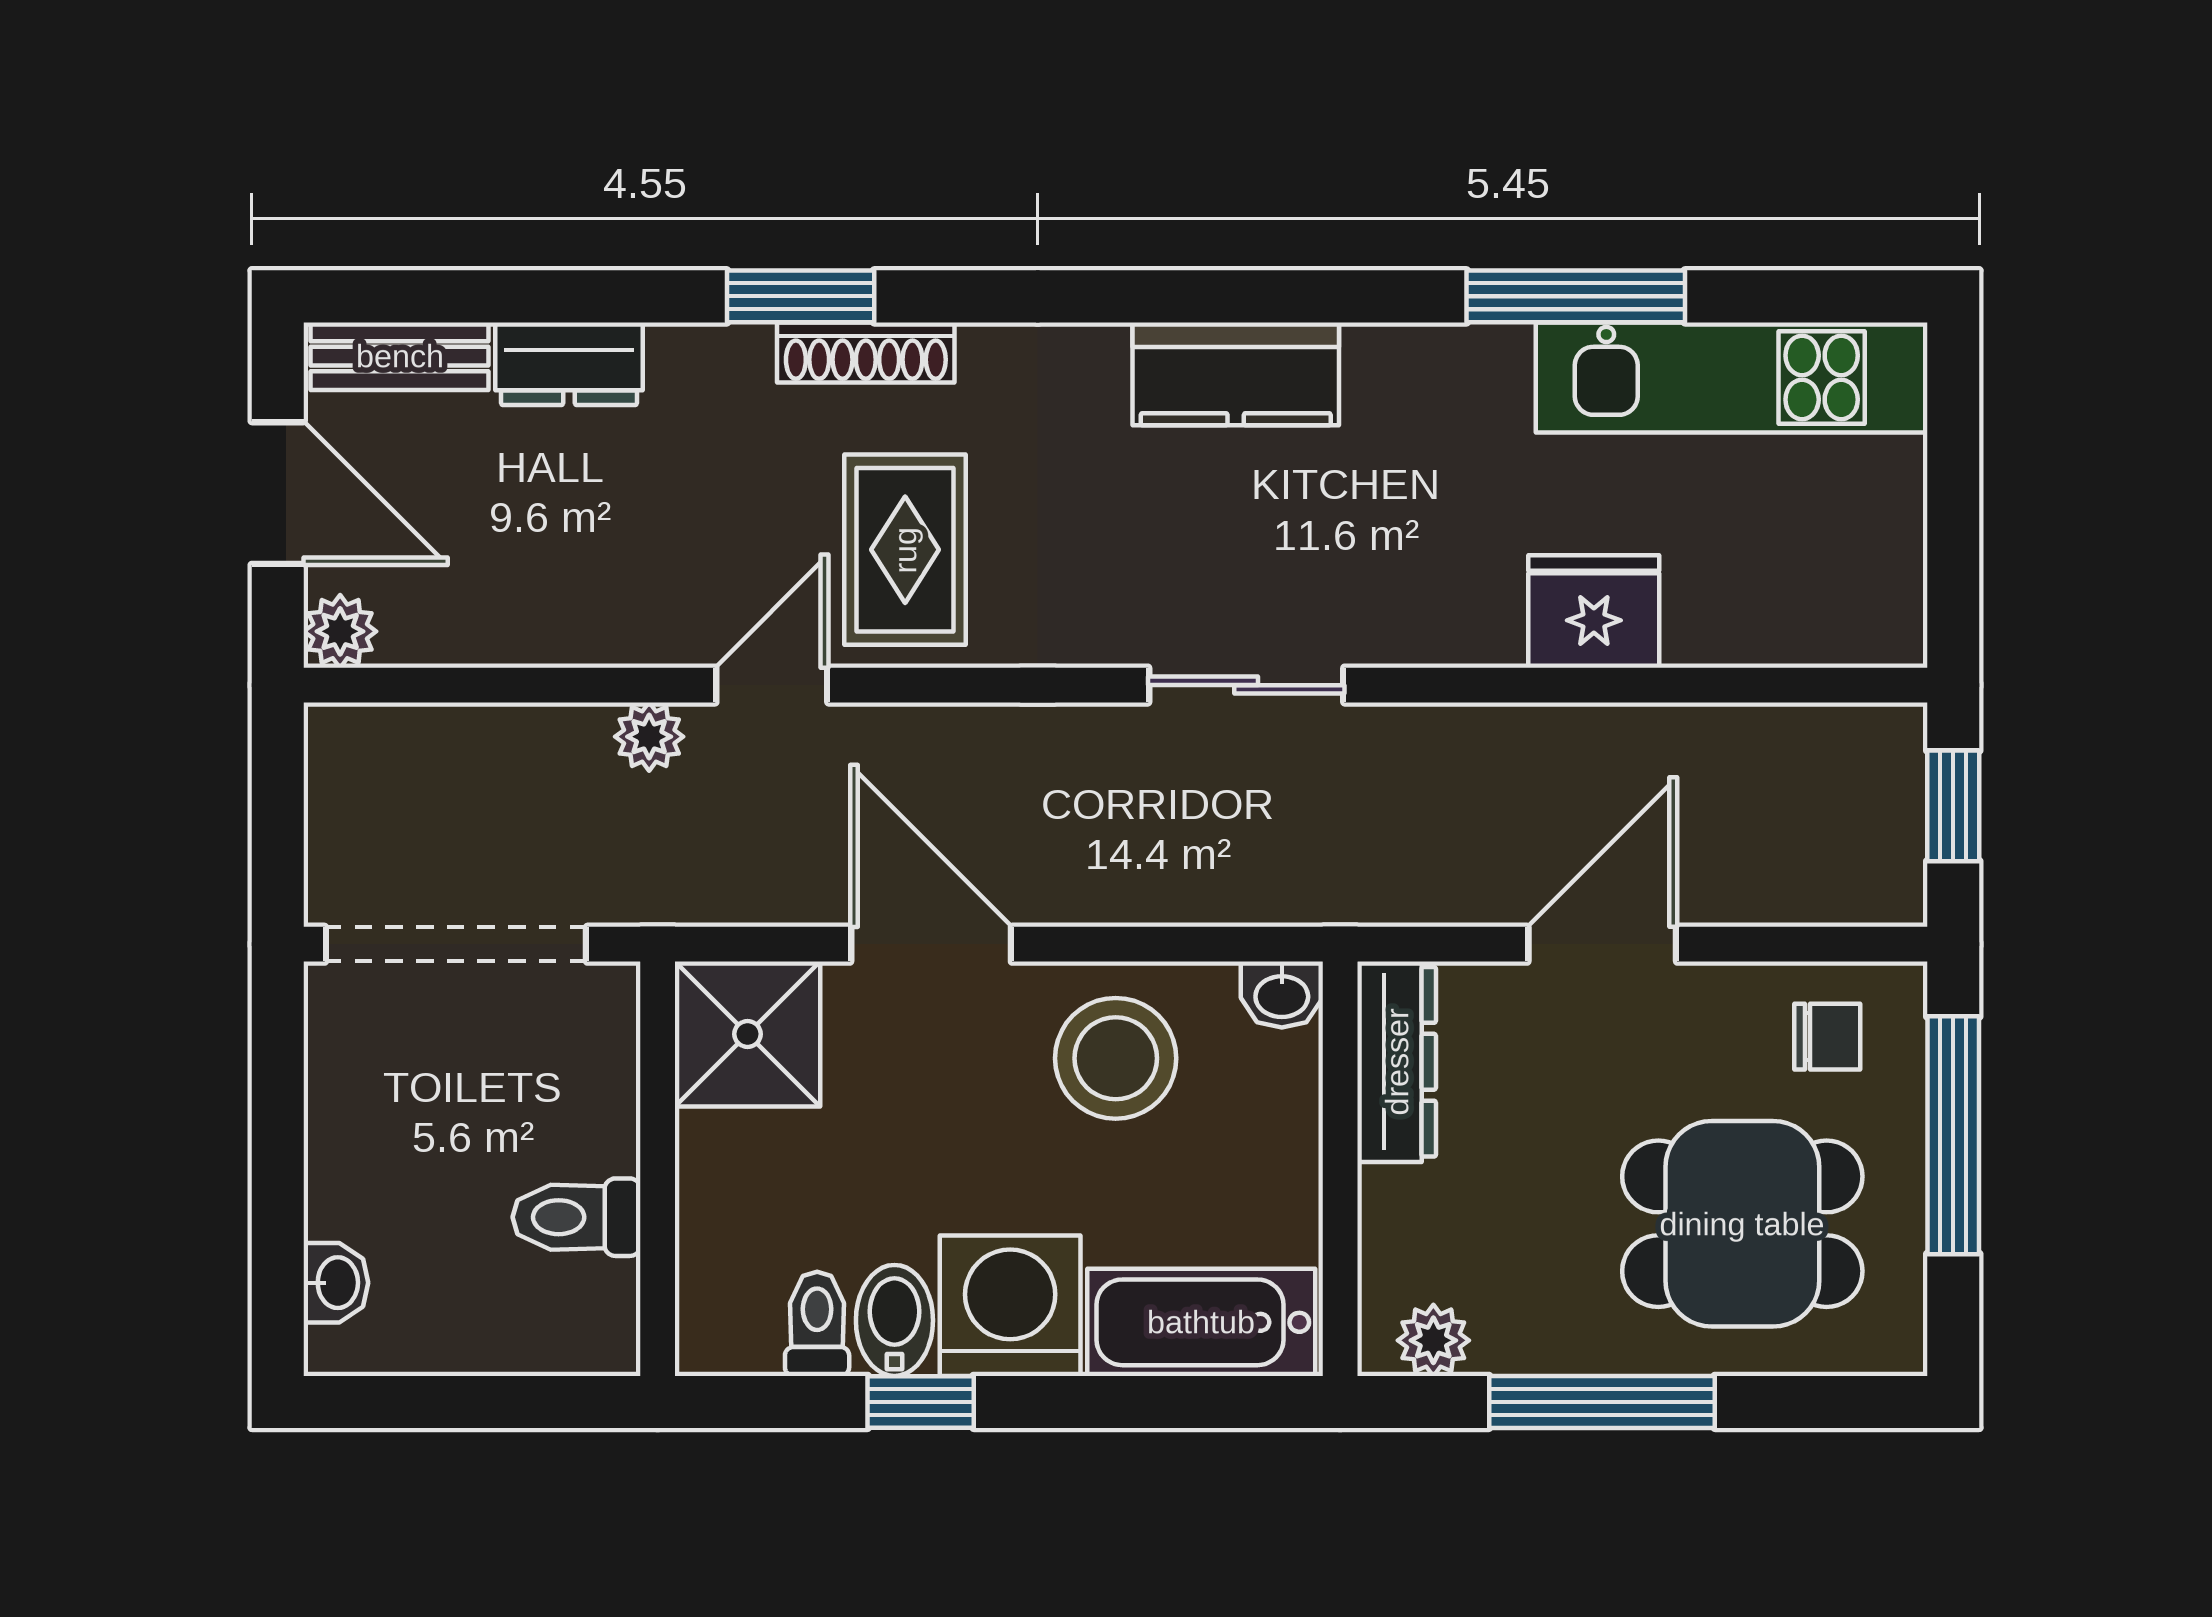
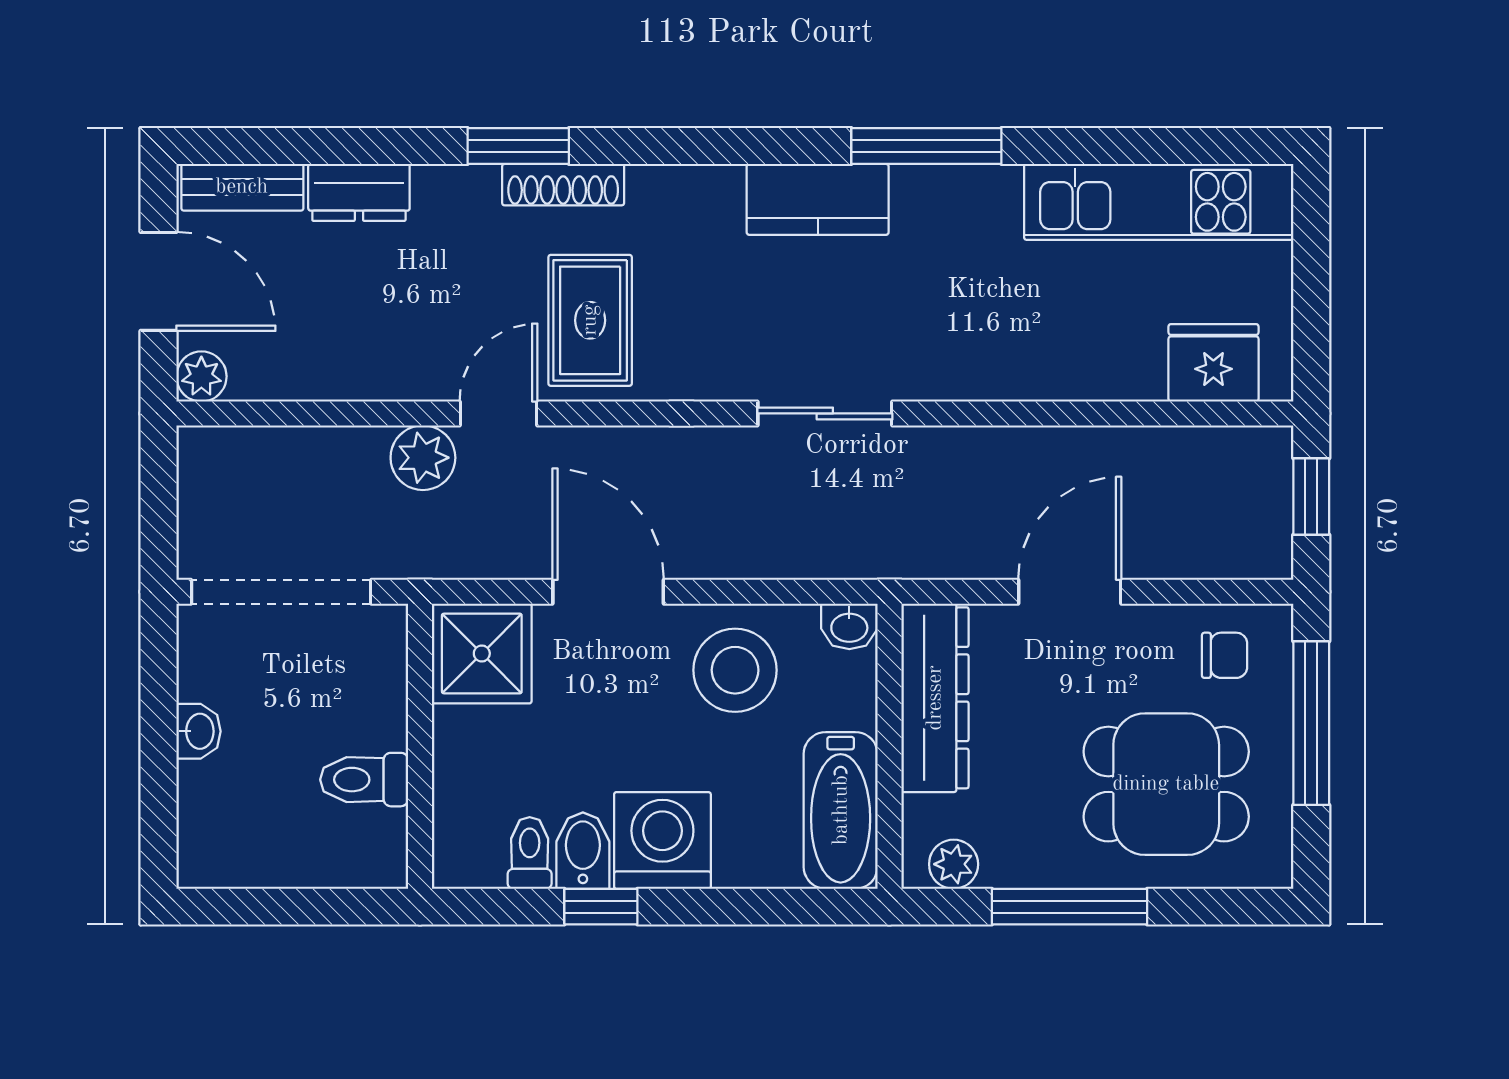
window: (1576, 296) -> (926, 146), moved
fridge: (1594, 611) -> (1213, 363), moved
plant: (649, 737) -> (423, 458), width x1.38, depth x1.38
dresser: (1397, 1062) -> (935, 698), width x1.37, depth x1.24
washbasin: (336, 1283) -> (199, 731), moved
bathtub: (1201, 1322) -> (841, 810), moved, turned -90

